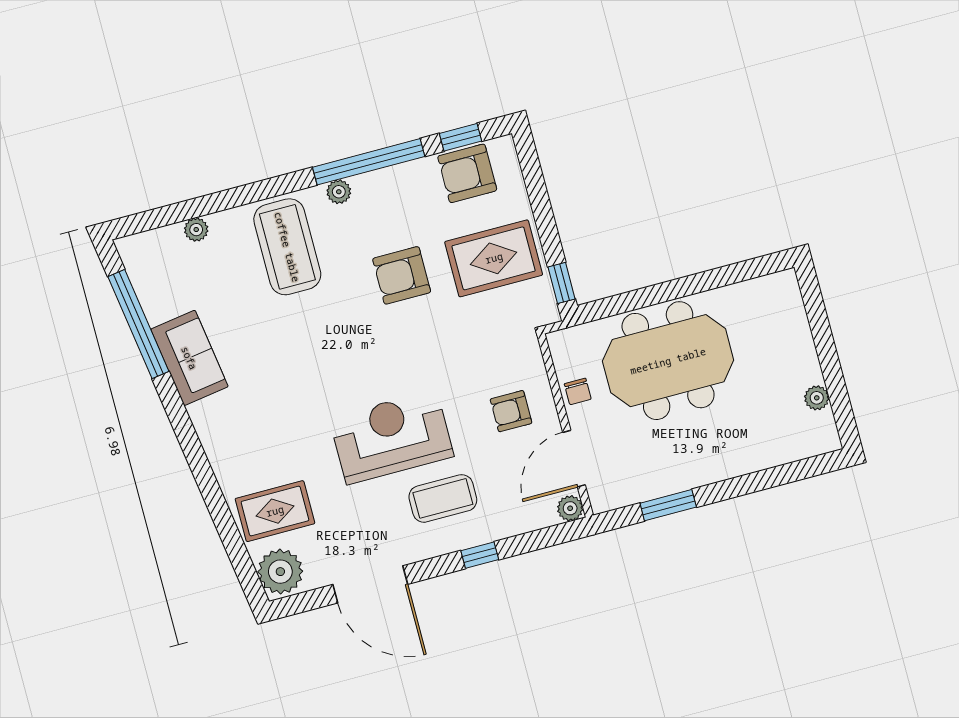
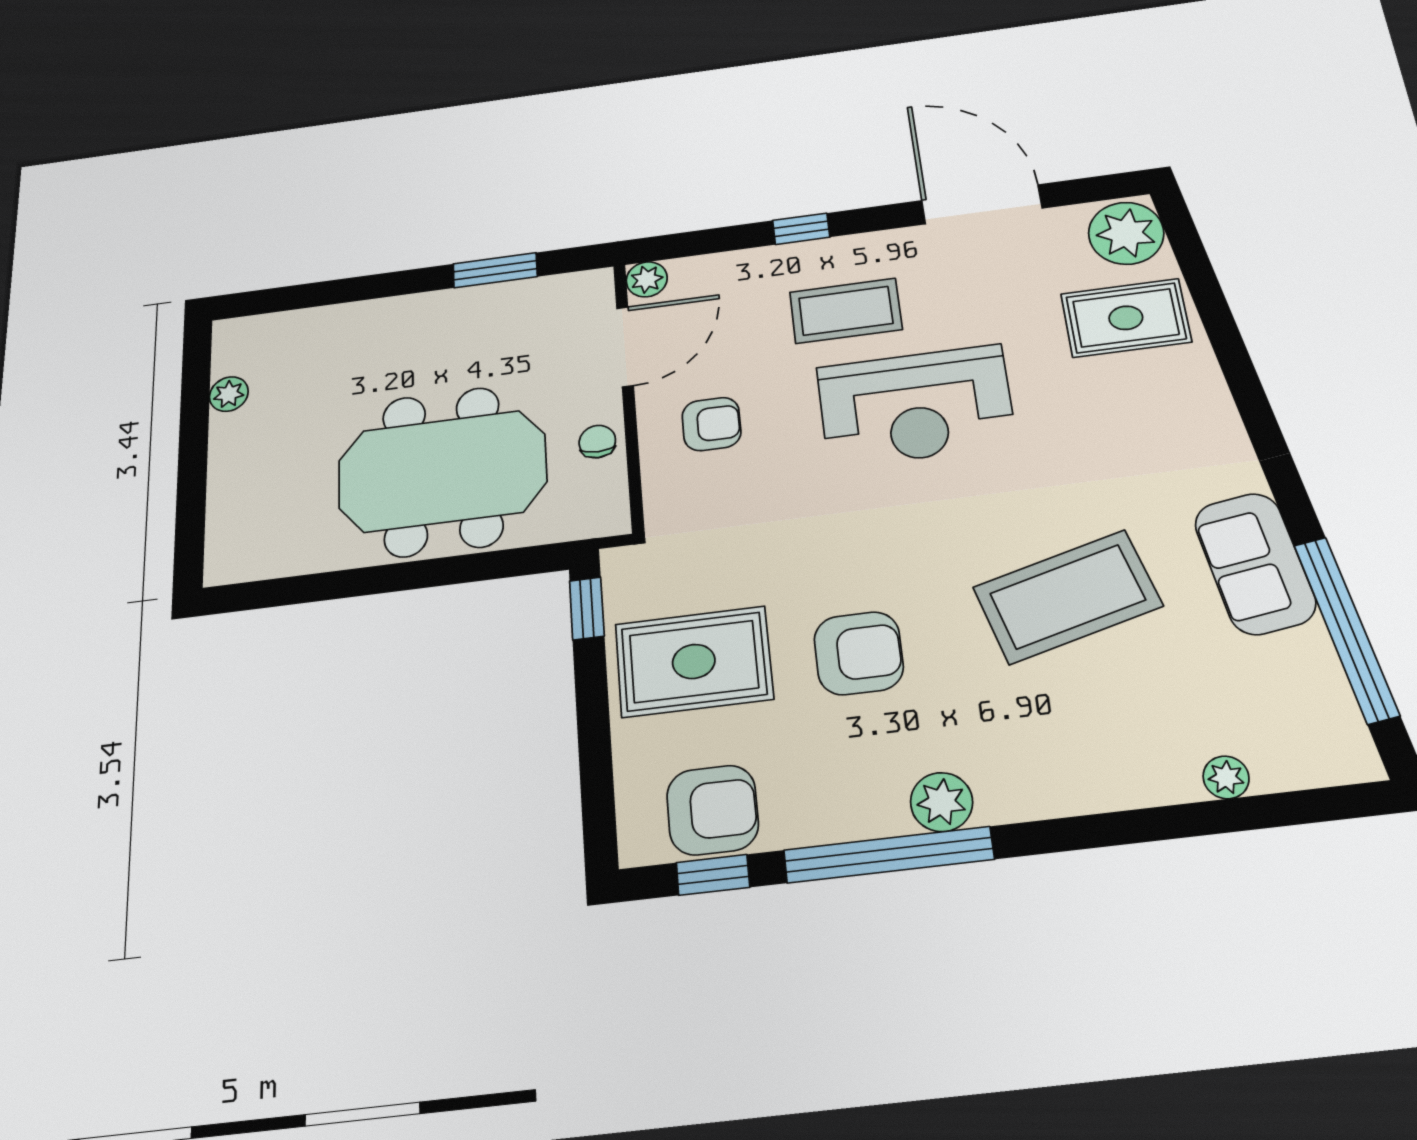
plant: (339, 192) -> (942, 802), width x1.38, depth x1.38
coffee table: (287, 247) -> (1068, 597), moved, turned 75

